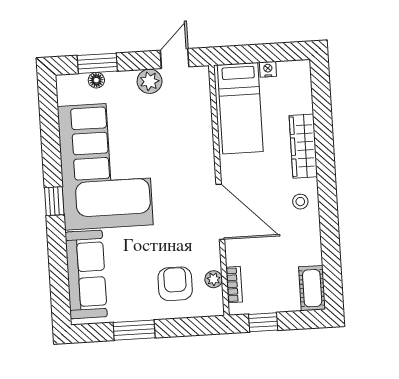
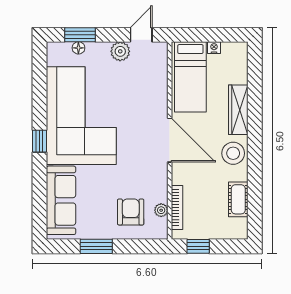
stool: (300, 202) -> (233, 153), width x1.89, depth x1.89
door: (220, 212) -> (170, 140), moved
bookcase: (234, 285) -> (177, 207), width x1.56
cot: (312, 288) -> (238, 199), moved

